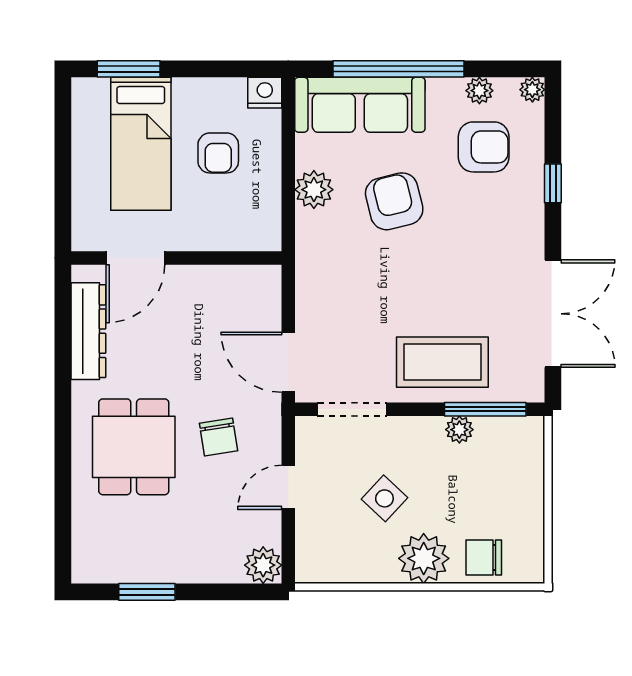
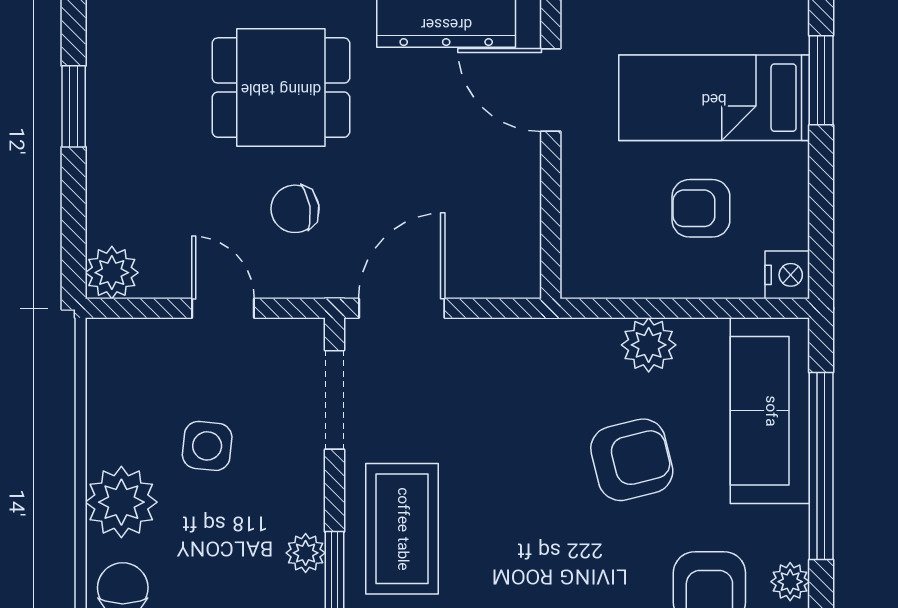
side table: (384, 498) -> (207, 446), turned -37

